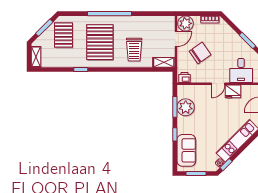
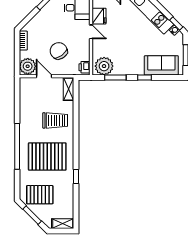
plant: (186, 107) -> (104, 66), moved

